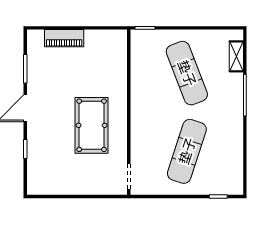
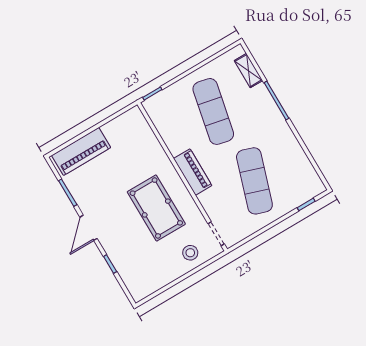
piano: (64, 38) -> (81, 151), width x1.37, depth x1.33
exercise mat: (187, 73) -> (213, 111), turned 33
piano: (140, 113) -> (193, 172), added
stool: (98, 179) -> (190, 253), added

